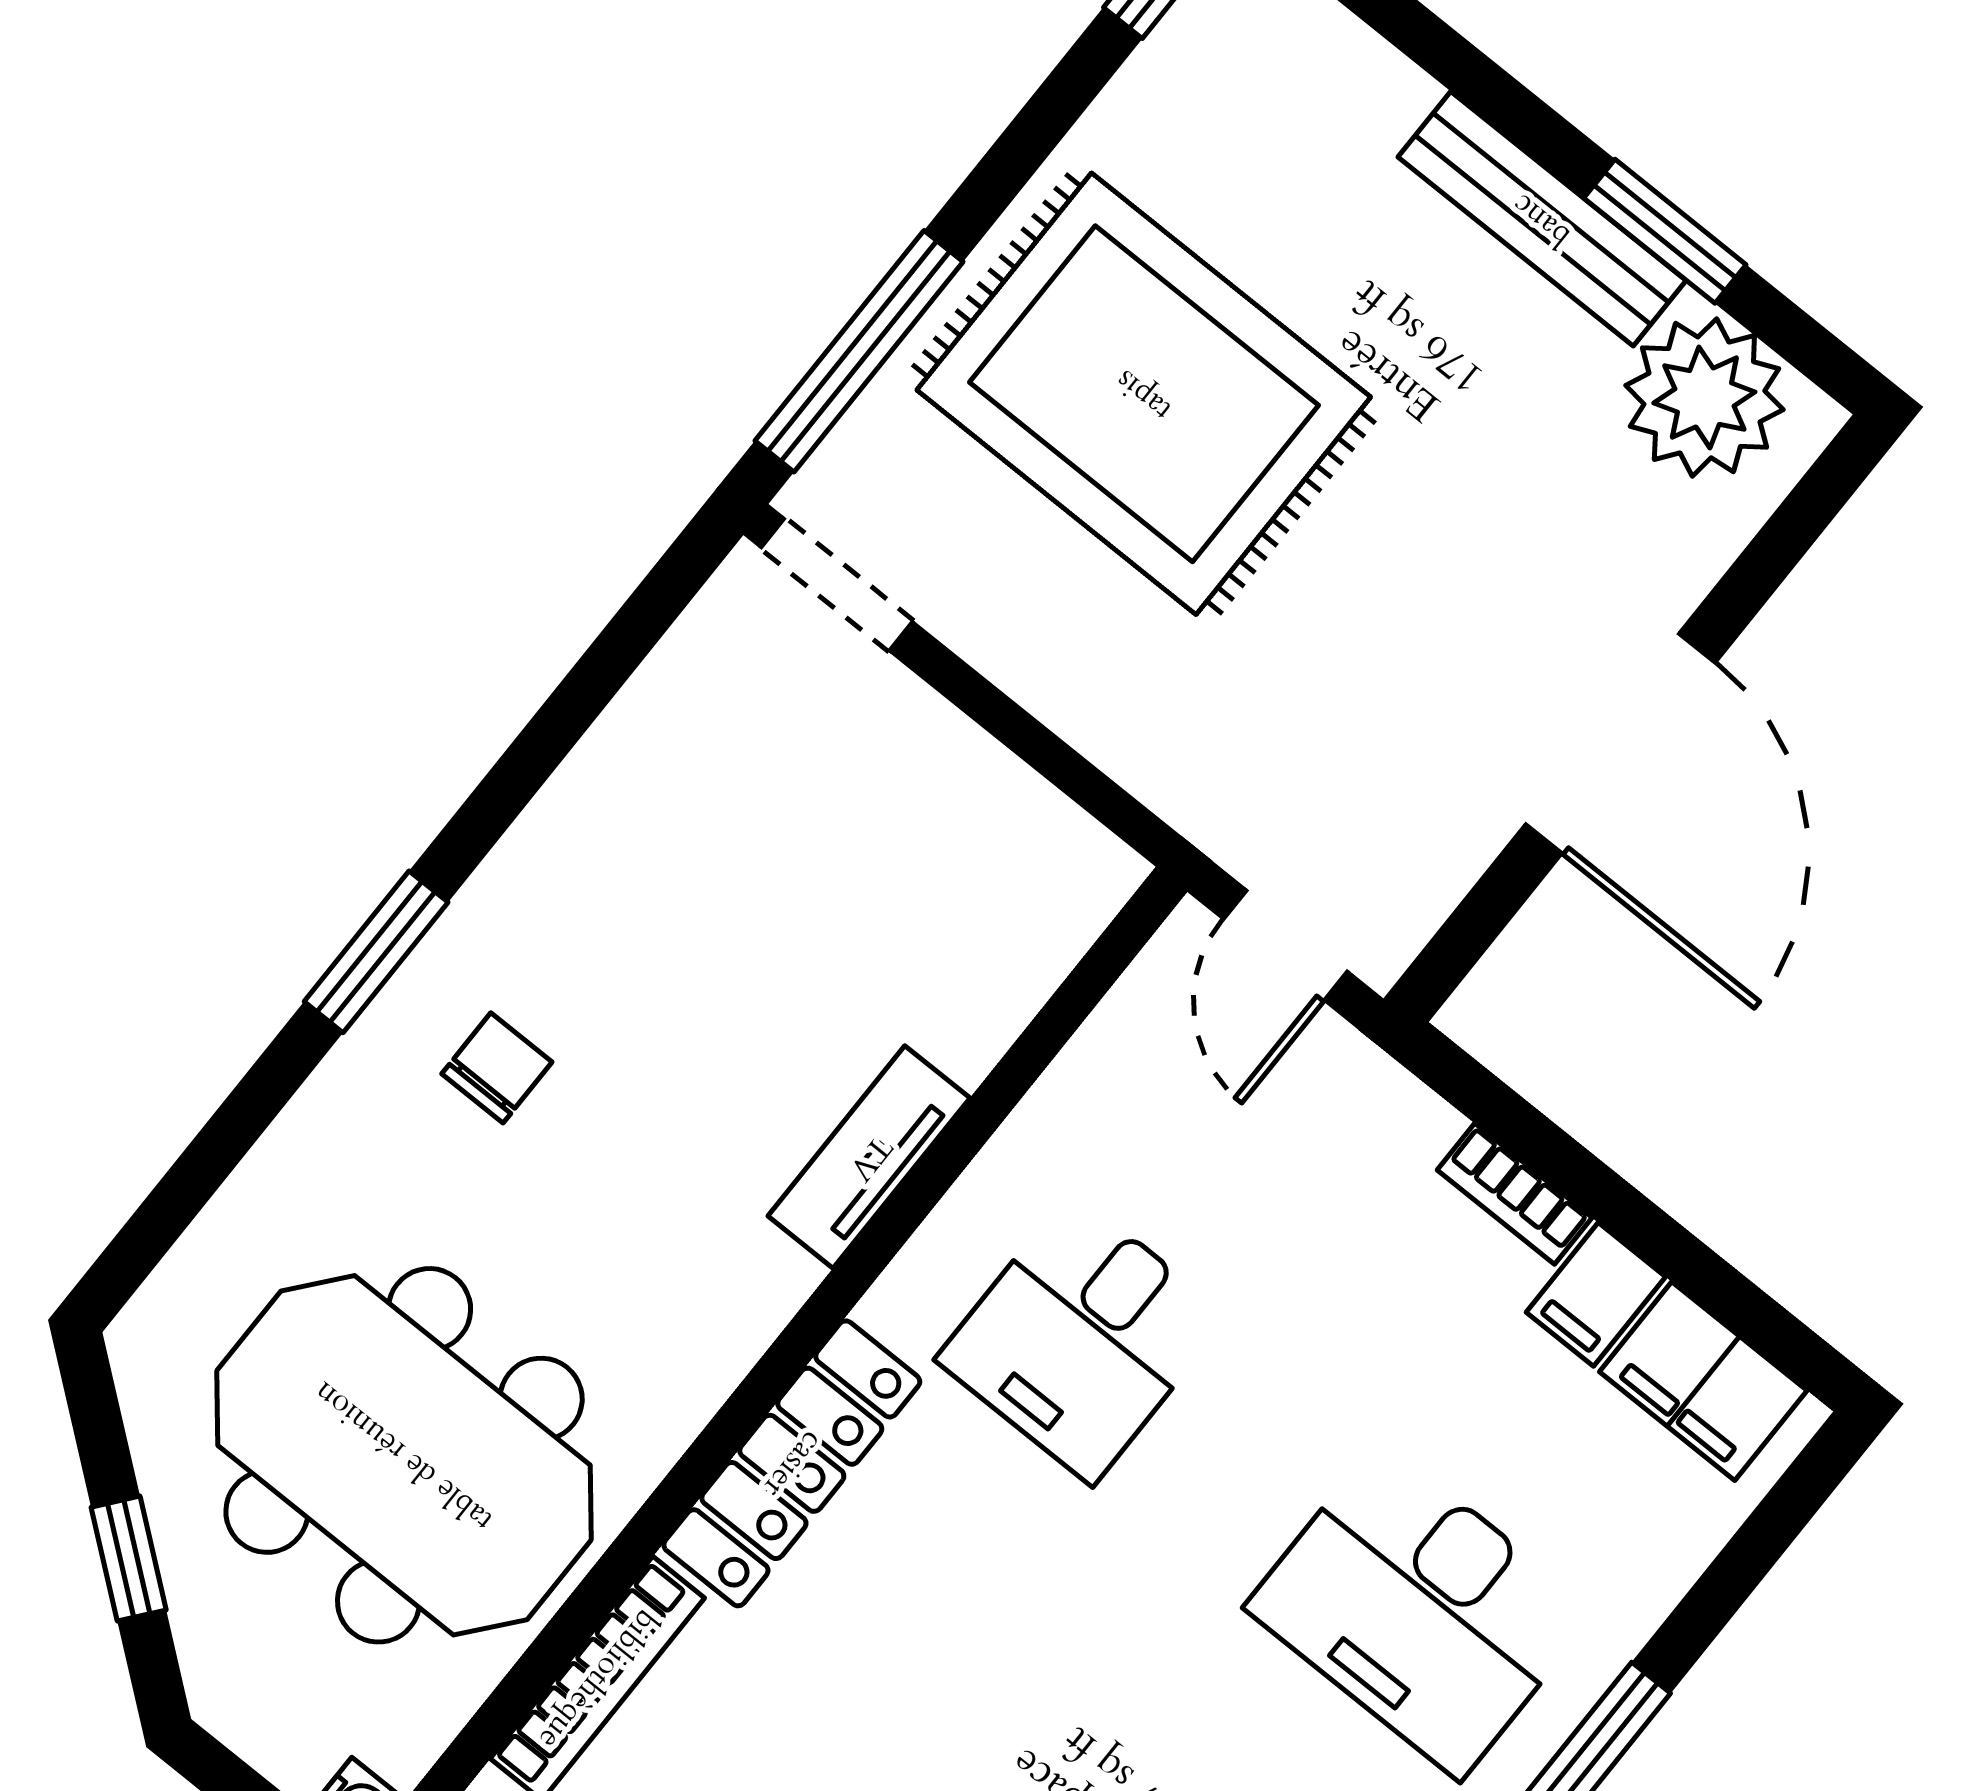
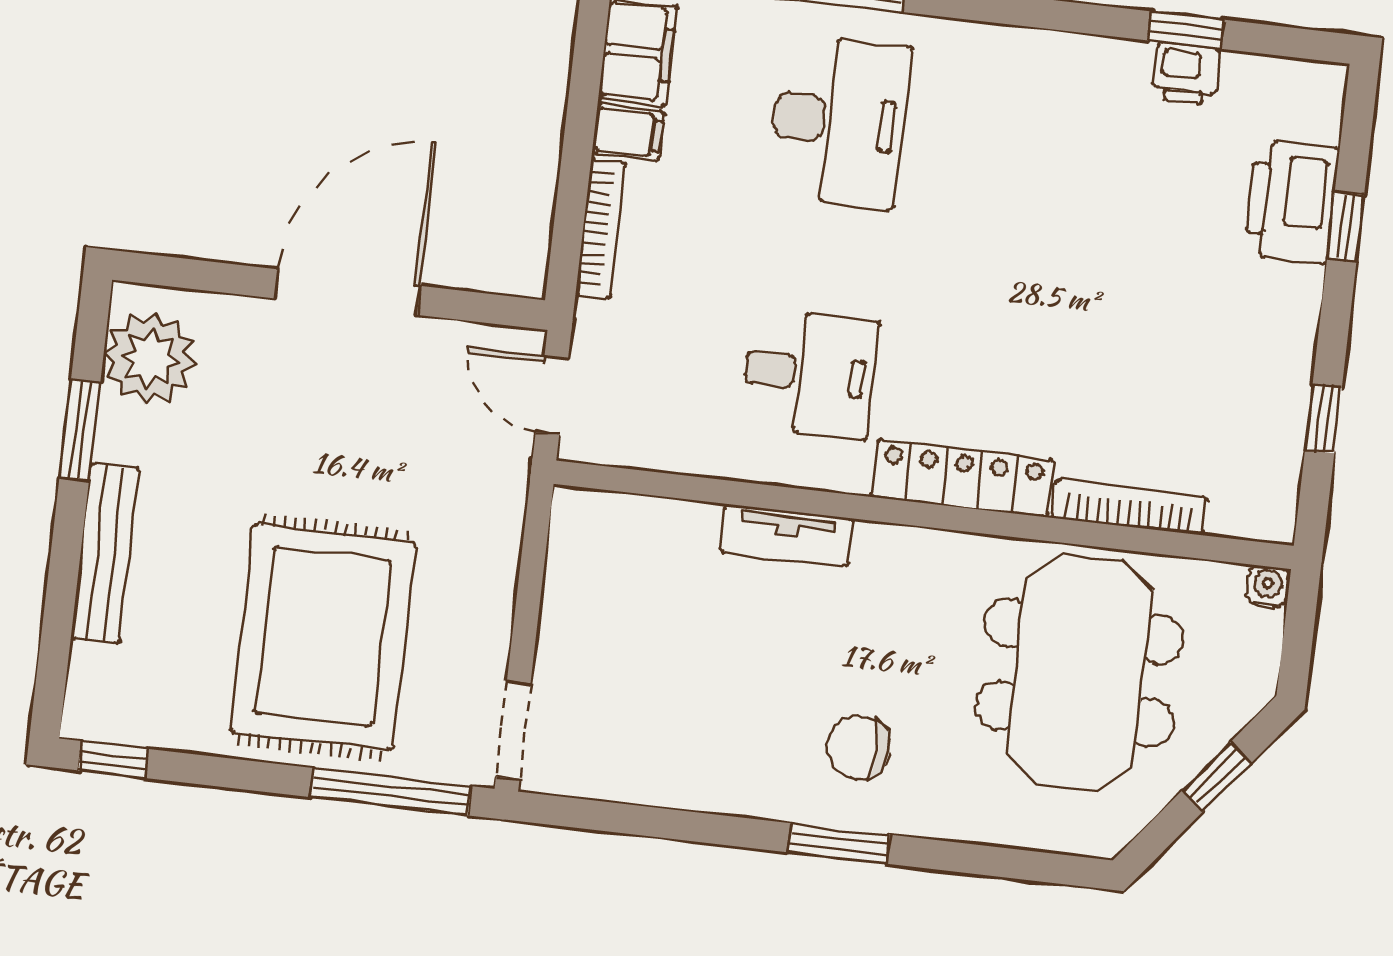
bench: (1542, 219) -> (105, 553), moved
door: (1285, 945) -> (552, 395), swing flipped
chair: (497, 1068) -> (859, 747), width x1.37, depth x1.37
bookcase: (1515, 1194) -> (601, 229), width x1.56

